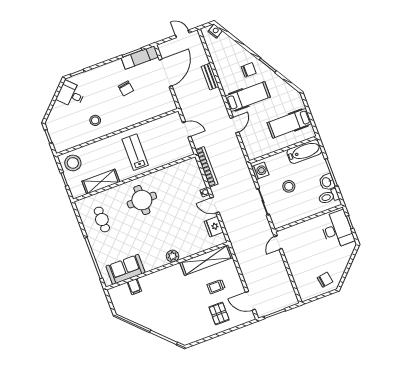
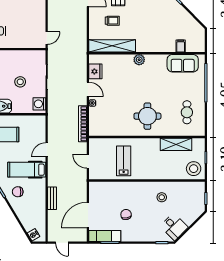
lab bench: (135, 152) -> (124, 161), moved, turned 180

